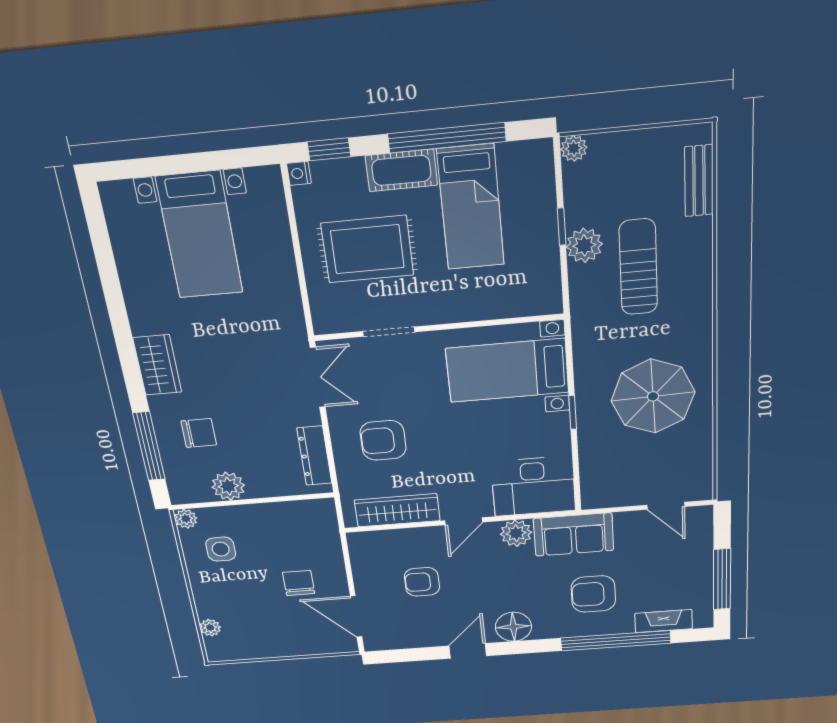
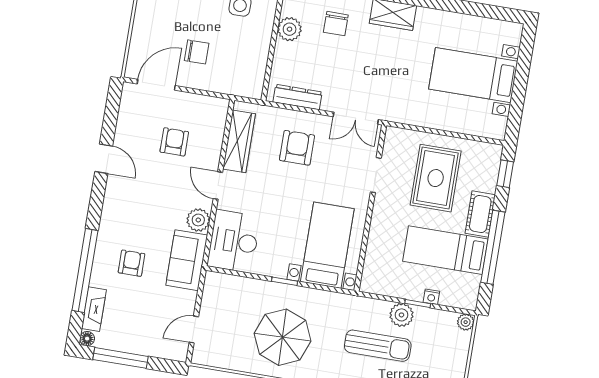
nightstand: (299, 173) -> (431, 297), moved, turned 180
armchair: (593, 594) -> (131, 263), width x0.72, depth x0.72
floor lamp: (513, 627) -> (87, 339), moved, width x0.53, depth x0.53

